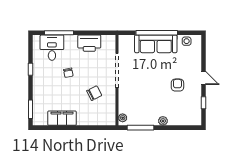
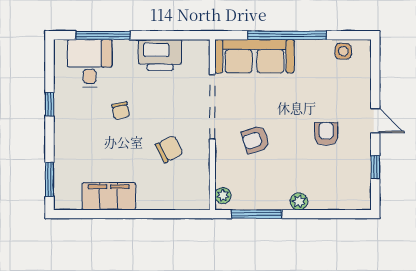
sofa: (156, 44) -> (254, 56), moved
armchair: (140, 88) -> (255, 140), added

